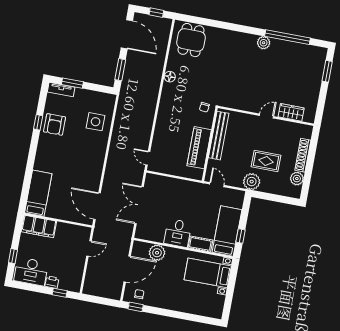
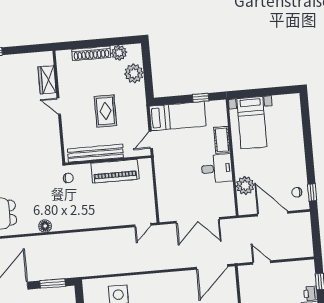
rug: (266, 161) -> (105, 111), moved
plant: (252, 182) -> (134, 73), moved
bed: (227, 231) -> (178, 116), moved, turned 180

